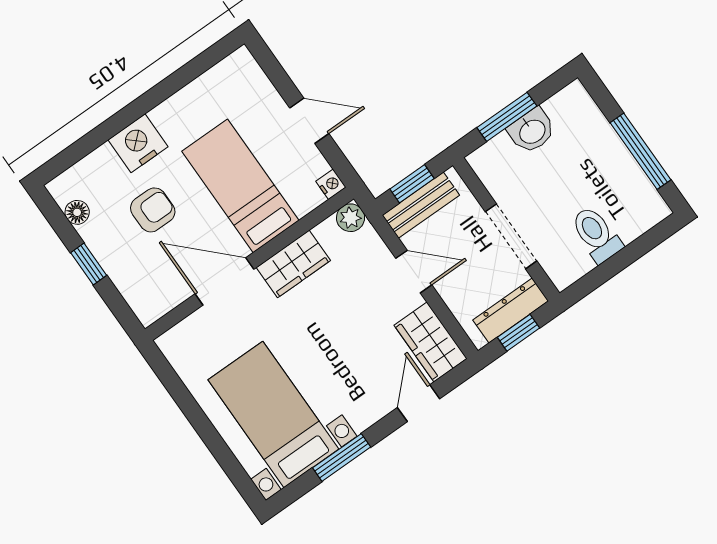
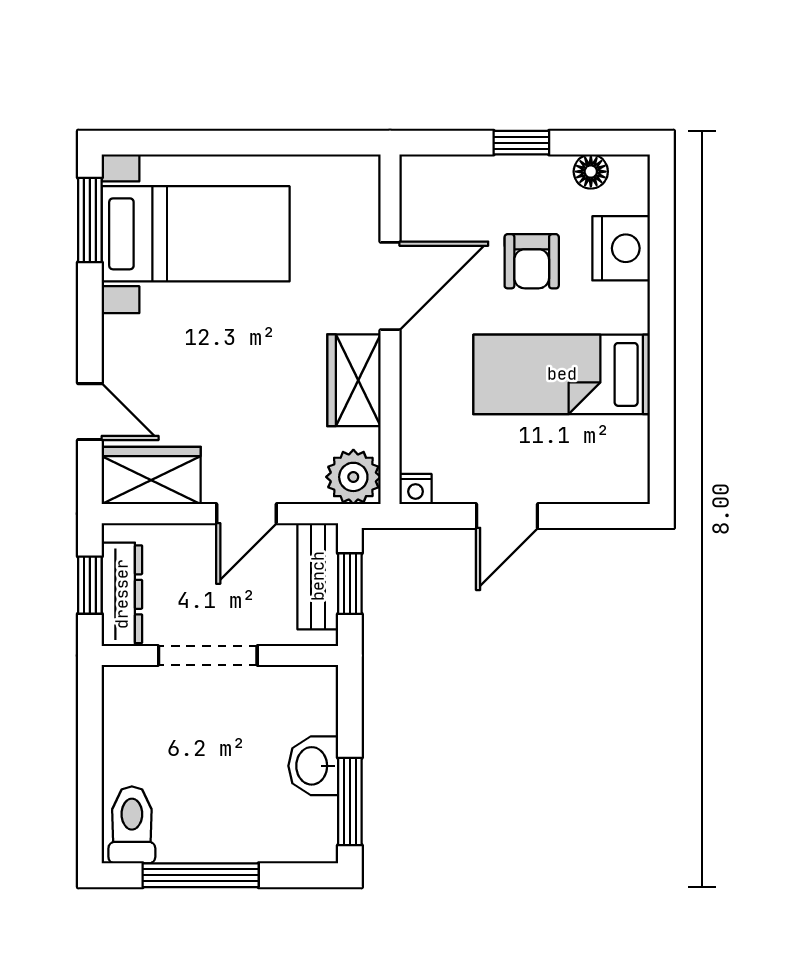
window: (507, 117) -> (350, 802), moved
nightstand: (138, 143) -> (621, 248), moved
bed: (240, 186) -> (562, 374), moved, turned 180
plant: (351, 218) -> (353, 477), width x1.38, depth x1.38
toilet: (596, 234) -> (132, 825), moved, turned -90
window: (342, 457) -> (90, 220), moved

